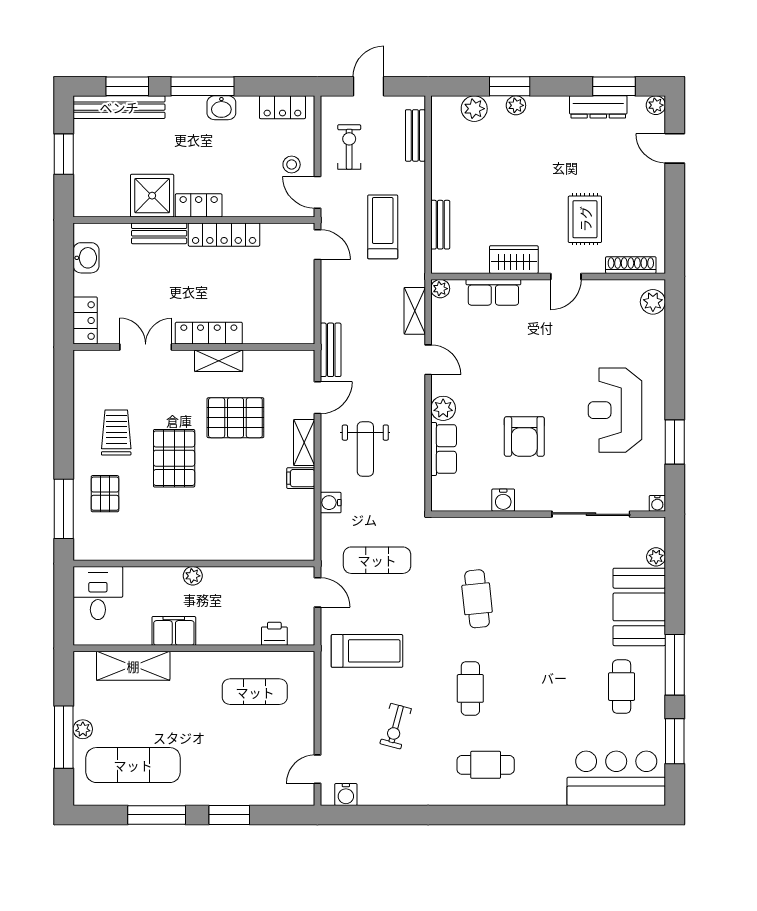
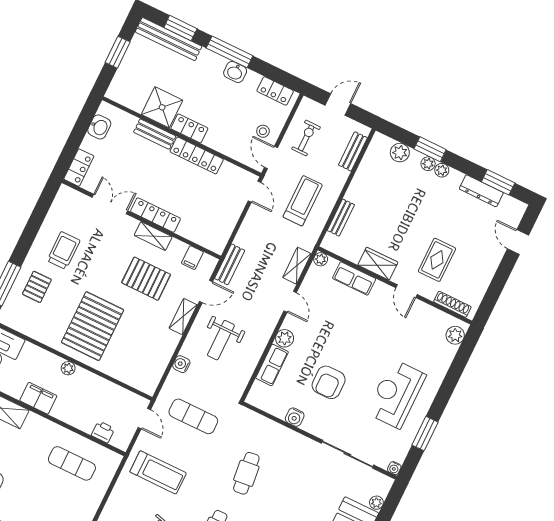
plant: (656, 105) -> (442, 170), moved
door: (566, 276) -> (406, 291), hinge flipped
pallet: (174, 458) -> (93, 326), moved, width x1.37, depth x1.41
filing cabinet: (301, 478) -> (192, 258), moved, turned -90

